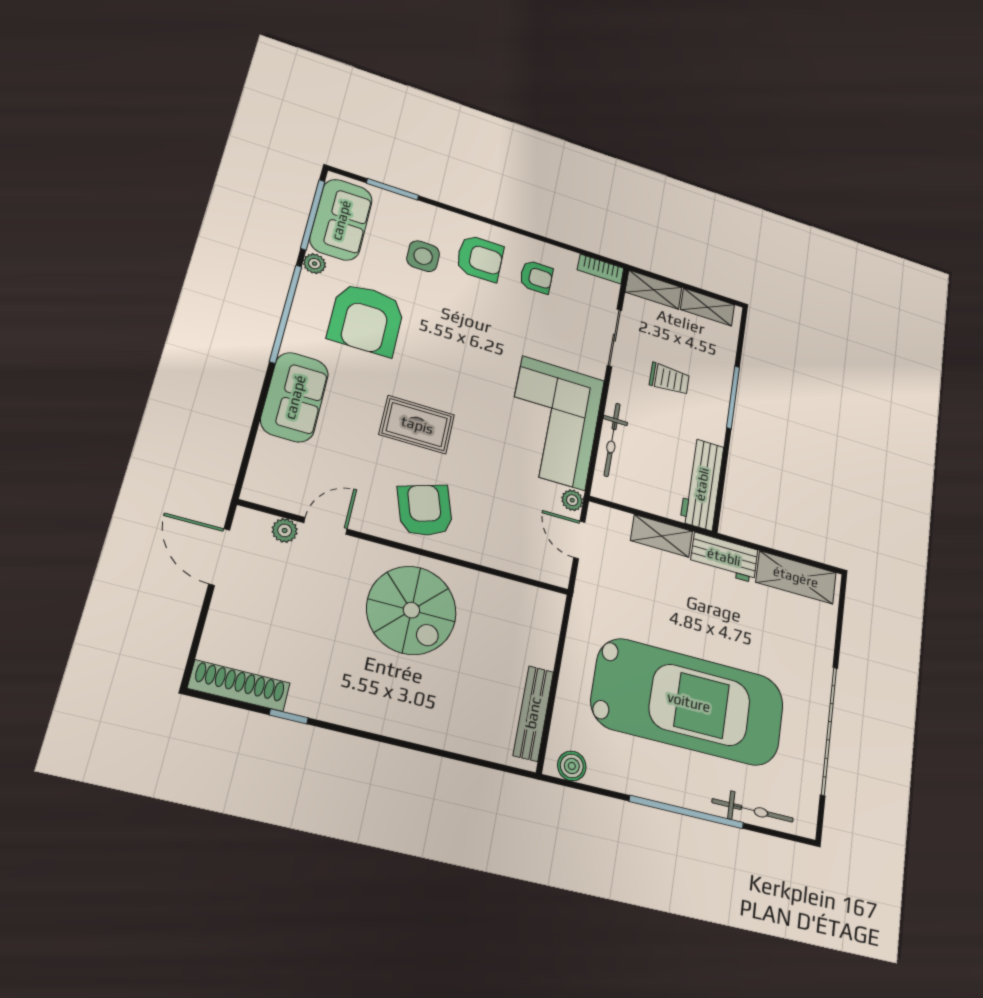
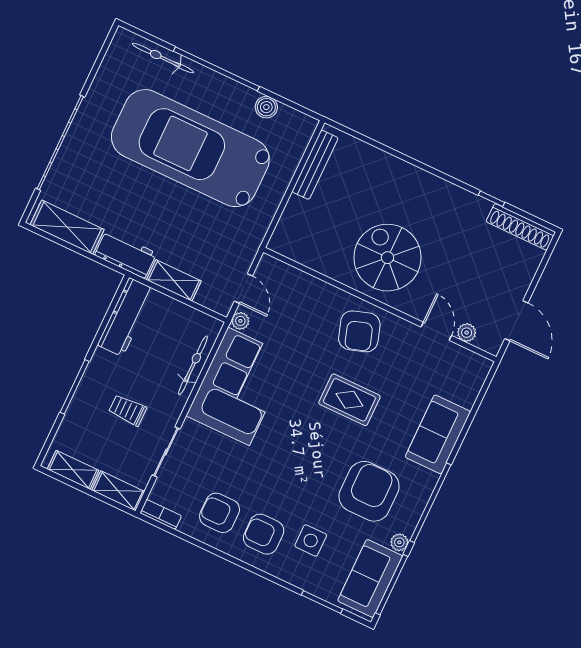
armchair: (536, 277) -> (220, 513), width x1.38, depth x1.38
door: (326, 526) -> (436, 331), swing flipped
garage door: (829, 731) -> (60, 143), moved
boiler: (572, 766) -> (266, 107), moved

